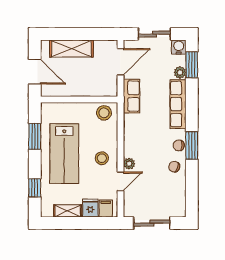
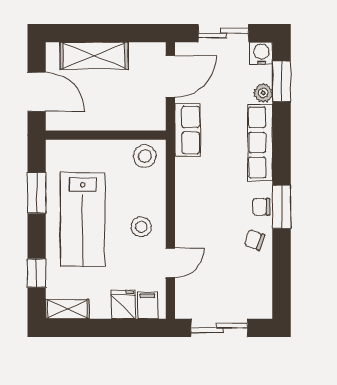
plant: (129, 164) -> (184, 235), removed
shelving: (68, 211) -> (67, 309), moved

